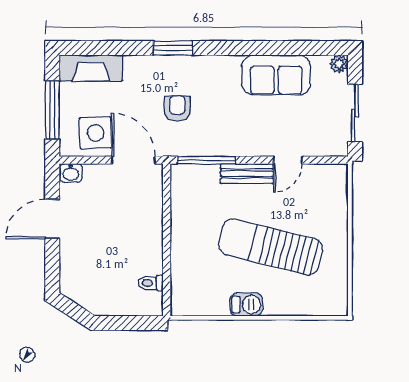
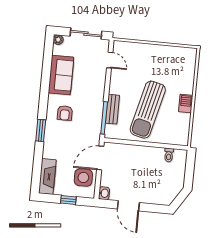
armchair: (177, 109) -> (65, 113), moved, turned -90
window: (52, 110) -> (68, 200), width x0.46
door: (288, 160) -> (110, 60), moved
bench: (247, 174) -> (113, 109), moved
sun lounger: (271, 247) -> (148, 110), moved

